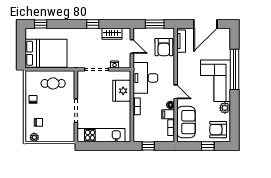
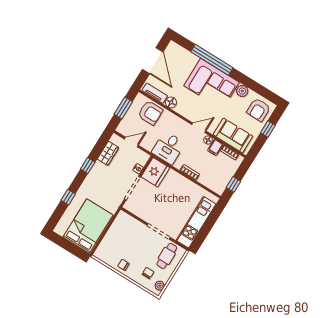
window: (41, 24) -> (68, 197), moved
floor lamp: (182, 58) -> (171, 102), added
desk: (145, 78) -> (168, 148), width x0.73
cafe table: (53, 83) -> (167, 256), moved
fridge: (122, 91) -> (155, 172), moved, turned -90

